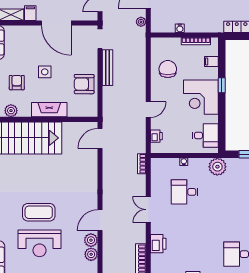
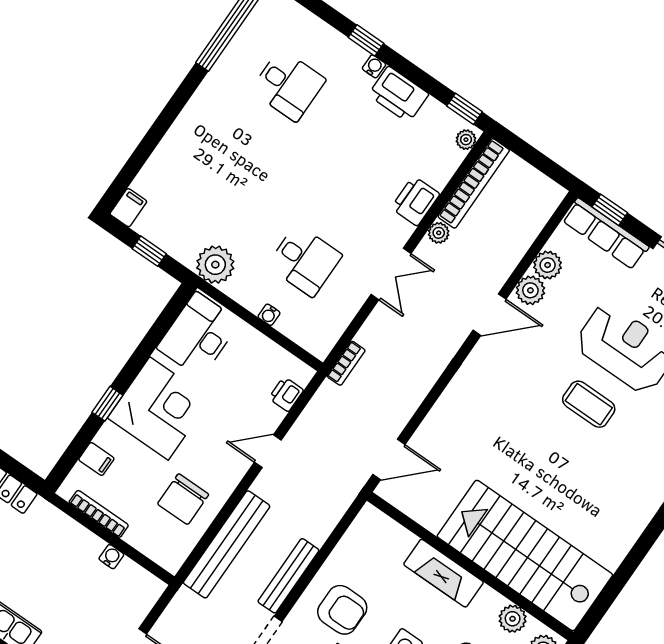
plant: (141, 22) -> (439, 233), moved
bench: (139, 63) -> (227, 544), added
armchair: (84, 84) -> (342, 610), moved
desk: (205, 135) -> (198, 335), width x1.37
coffee table: (39, 212) -> (589, 404), width x0.73, depth x0.76

